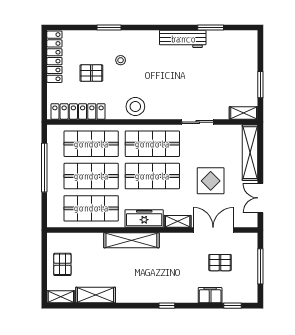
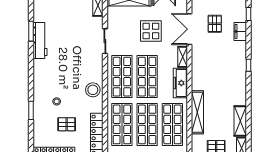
workbench: (183, 39) -> (40, 40), moved
pallet: (91, 73) -> (67, 124), turned 90
shelving: (131, 240) -> (197, 112), moved

